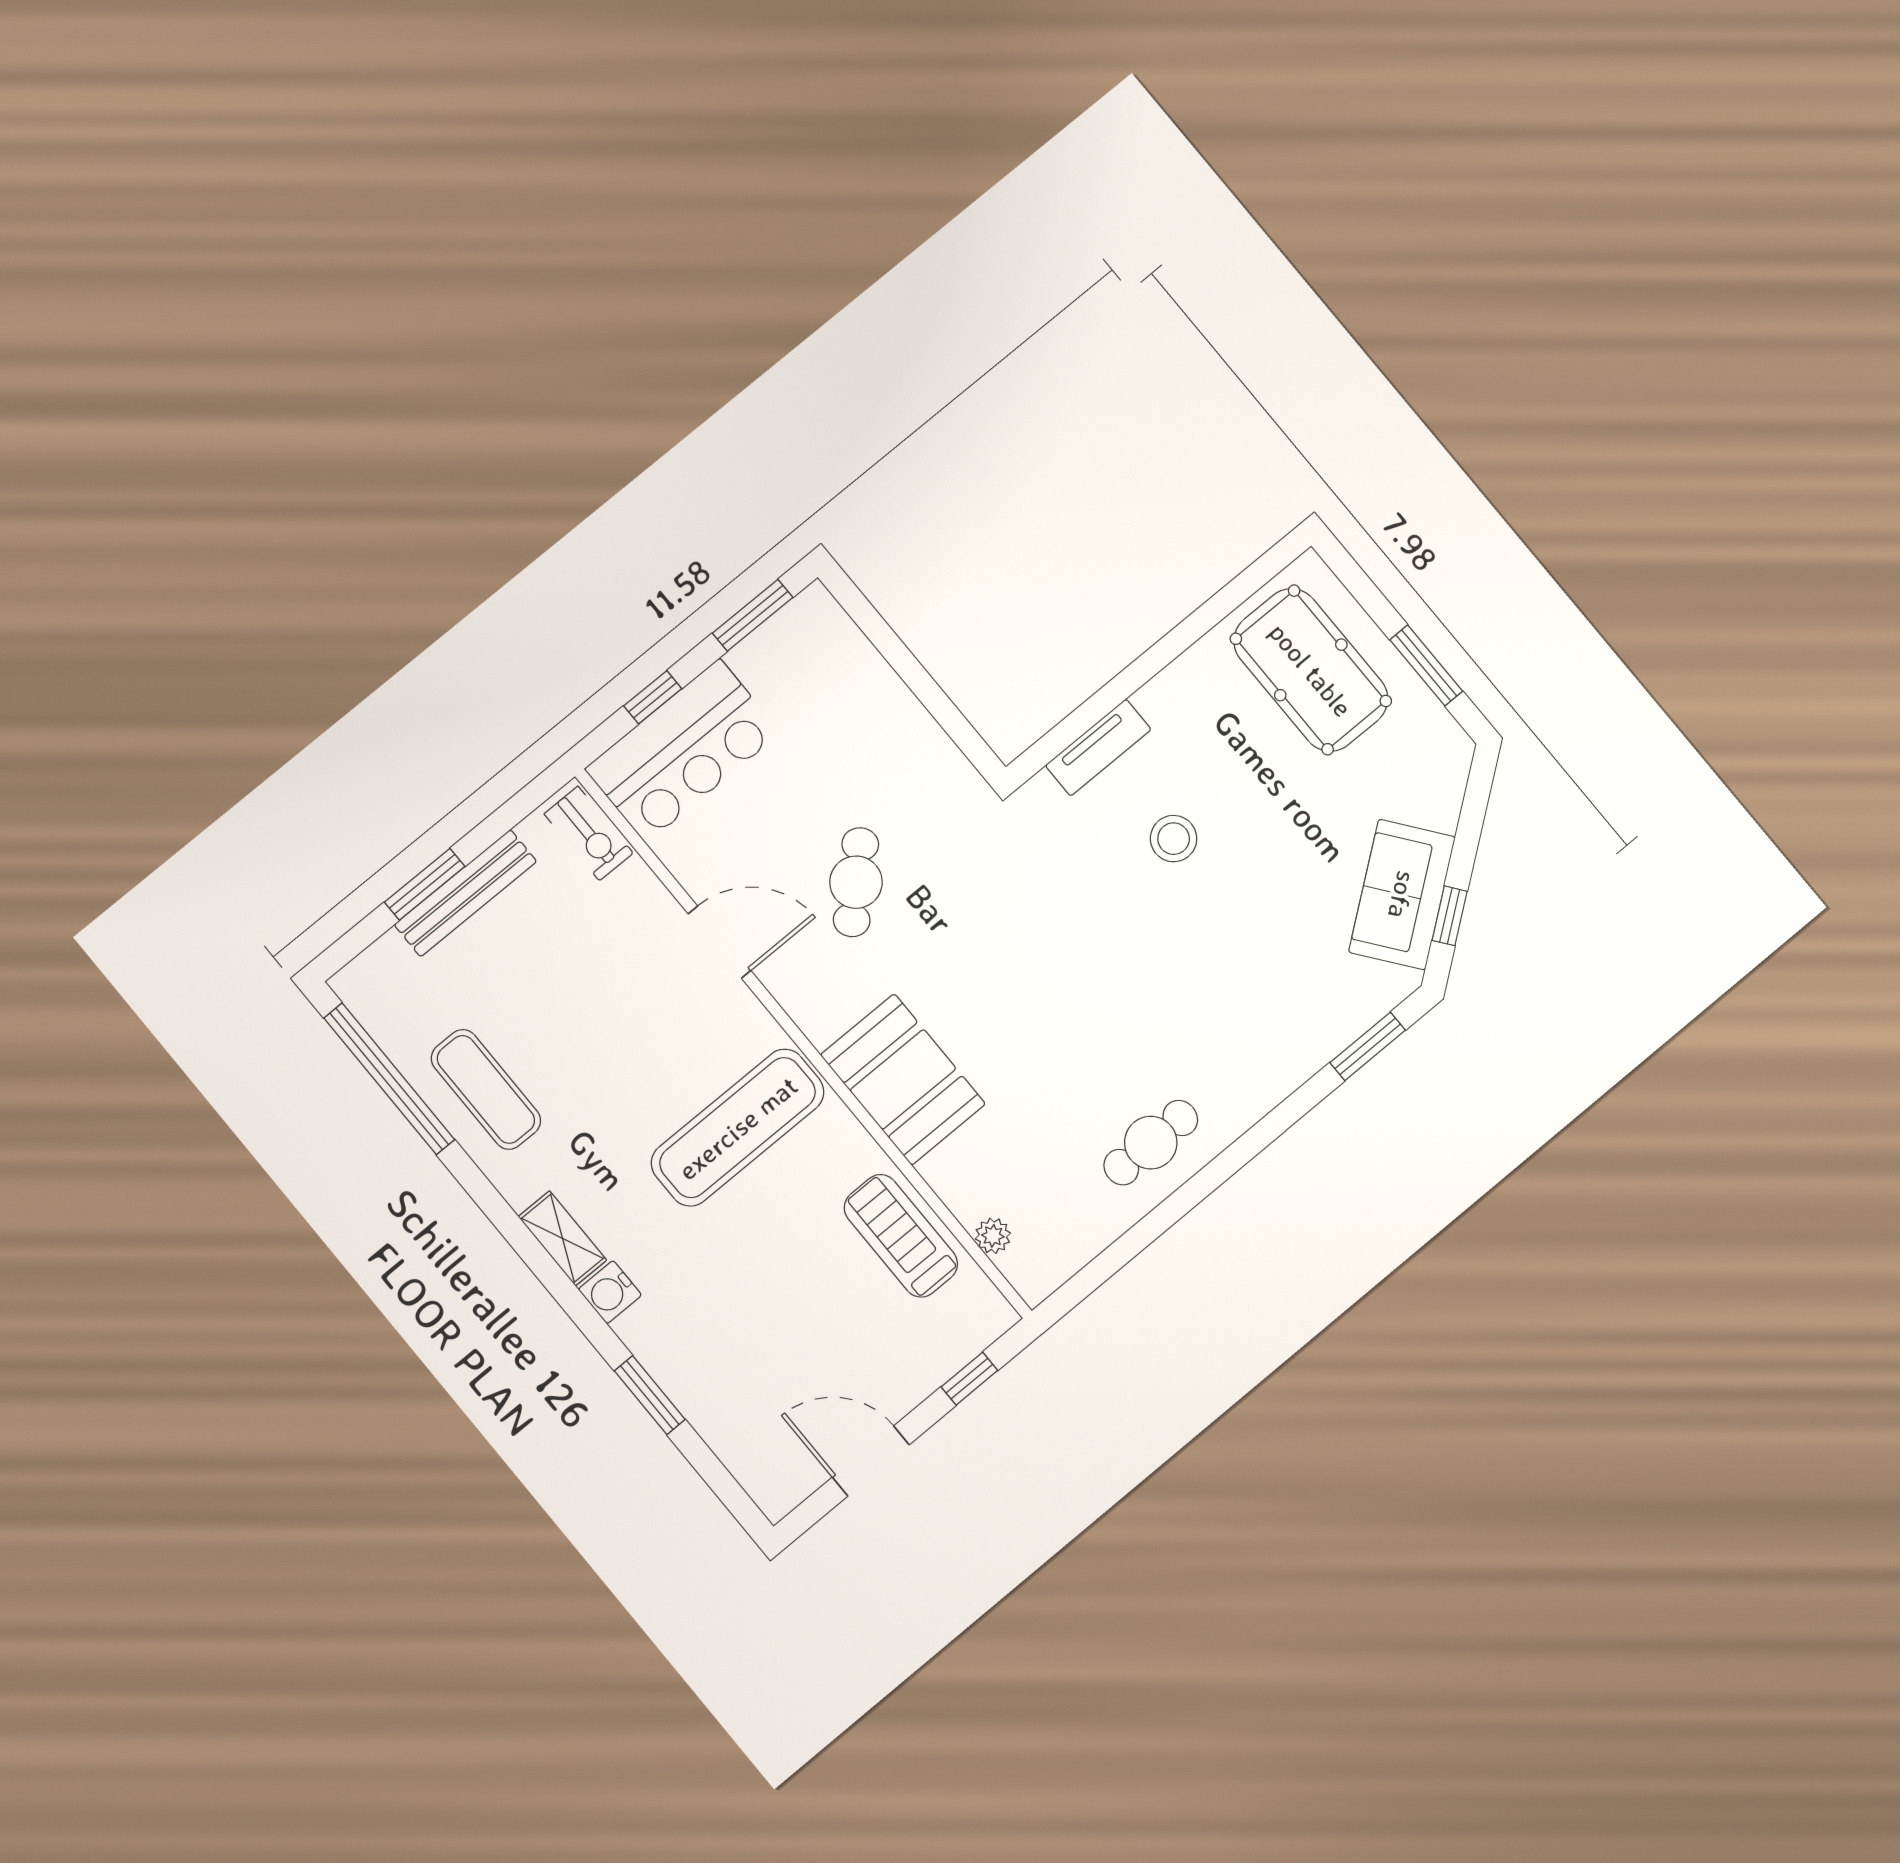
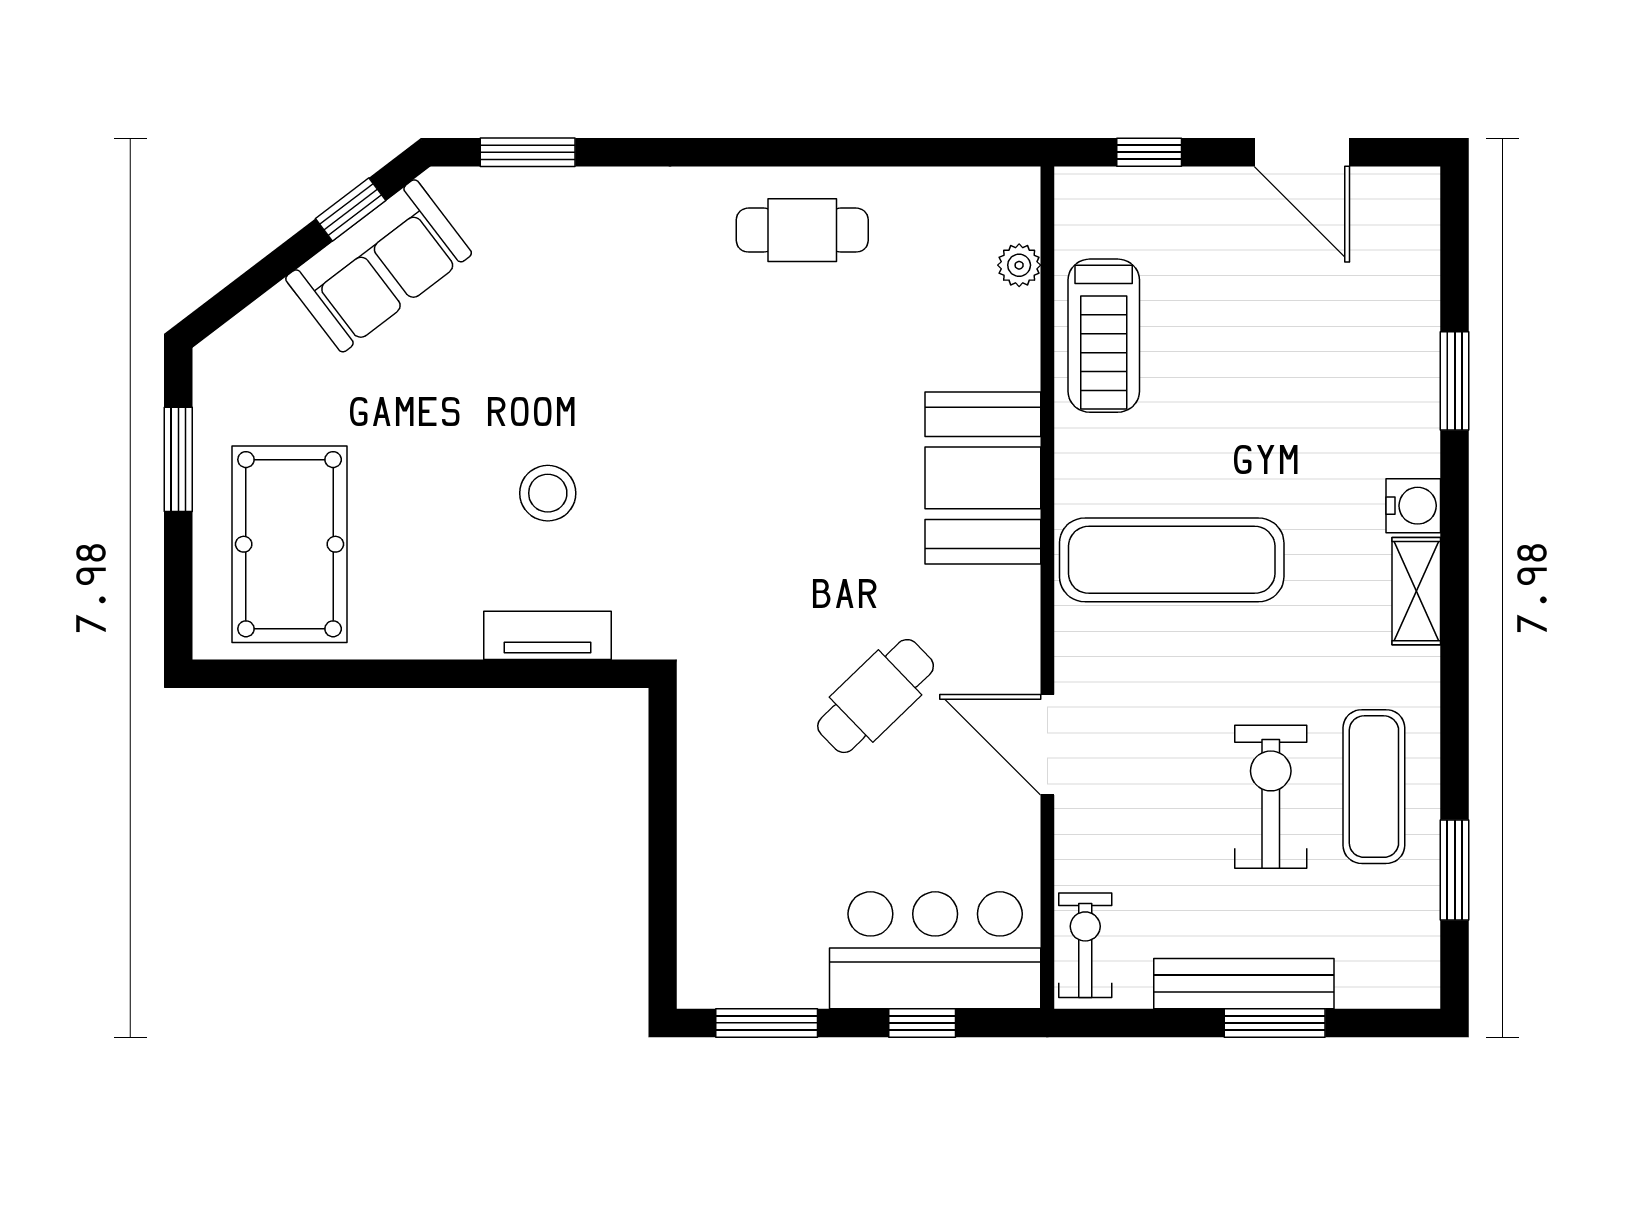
exercise bike: (547, 1028) -> (1271, 797), added
window: (389, 1079) -> (1455, 870), width x0.47

